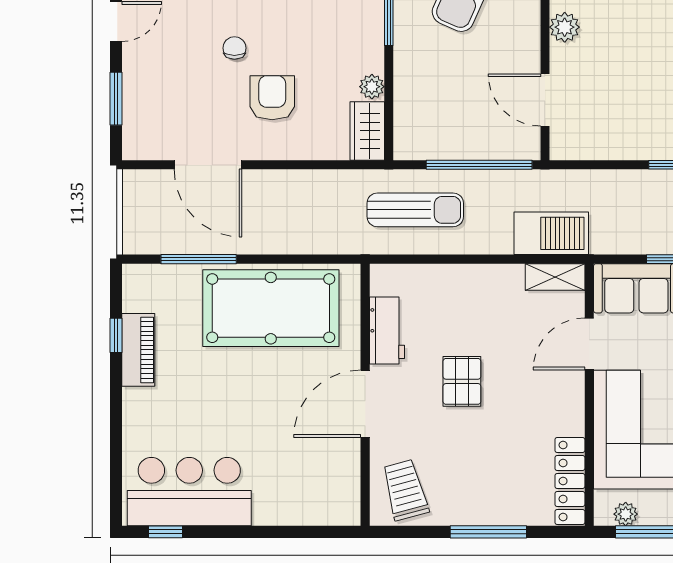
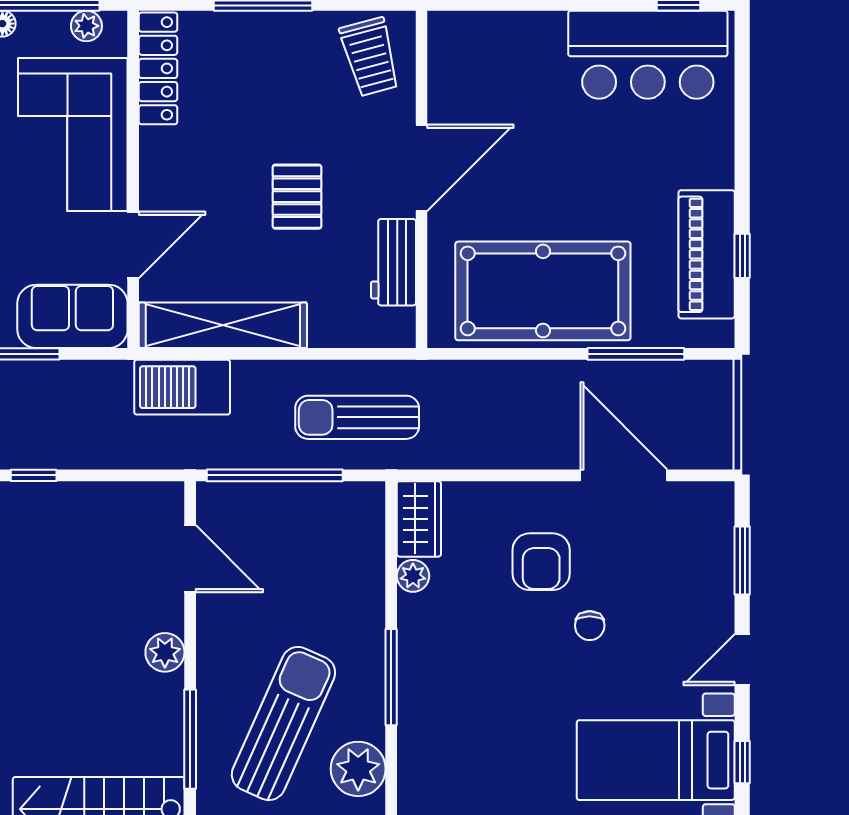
shelving: (555, 277) -> (223, 325), width x2.20, depth x1.33
piano: (138, 350) -> (707, 254), width x1.37, depth x1.33

